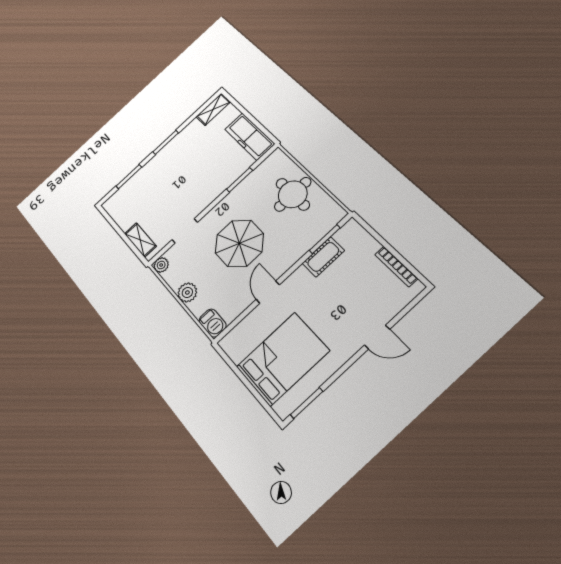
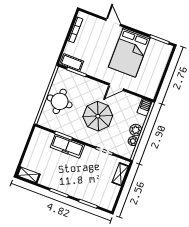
freezer: (250, 137) -> (67, 146), moved, turned 90
cot: (323, 257) -> (72, 63), moved
plant: (161, 265) -> (133, 141), moved
bed: (283, 359) -> (129, 52), moved, turned -90

